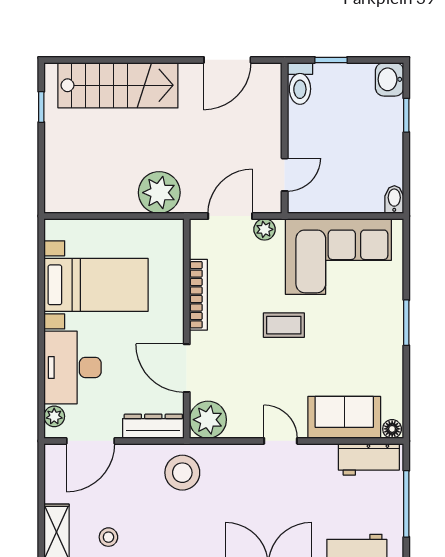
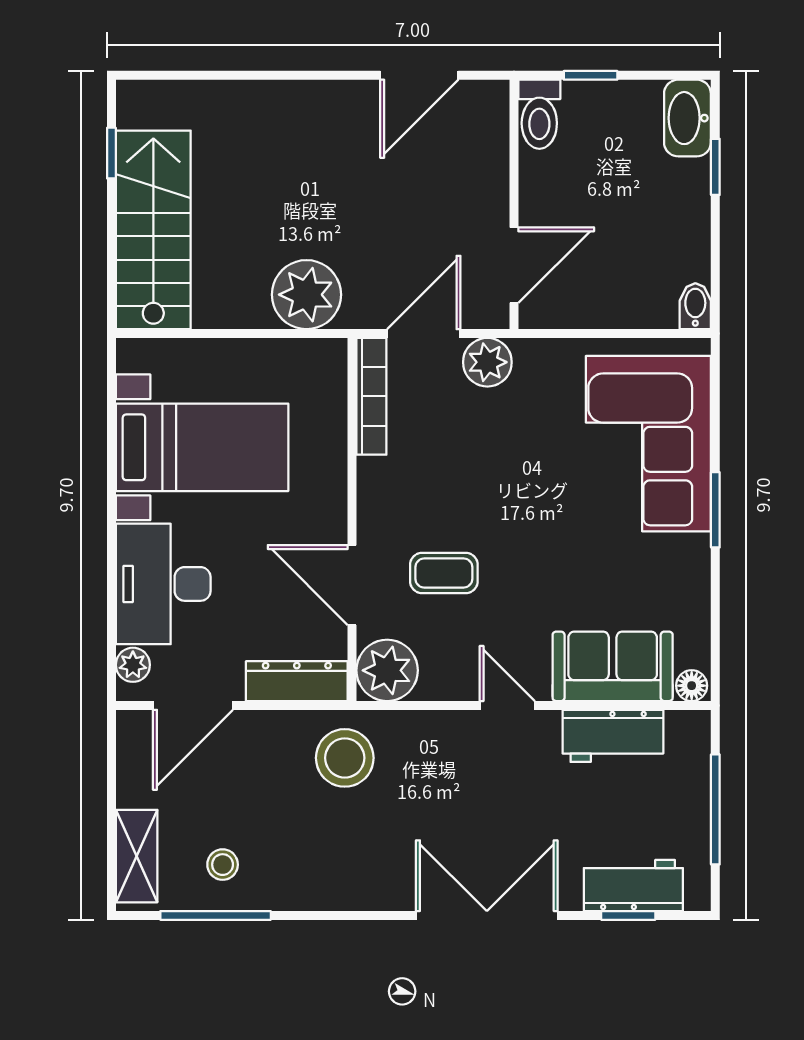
washbasin: (390, 79) -> (687, 118), width x1.38
stairs: (118, 85) -> (153, 230), moved, turned -90
door: (285, 175) -> (514, 265), width x1.38
plant: (265, 229) -> (487, 362), width x1.38, depth x1.38
corner sofa: (338, 257) -> (648, 444), moved, turned 90
bookcase: (198, 295) -> (371, 396), moved
coffee table: (284, 325) -> (444, 573), moved
workbench: (369, 459) -> (613, 736), moved

